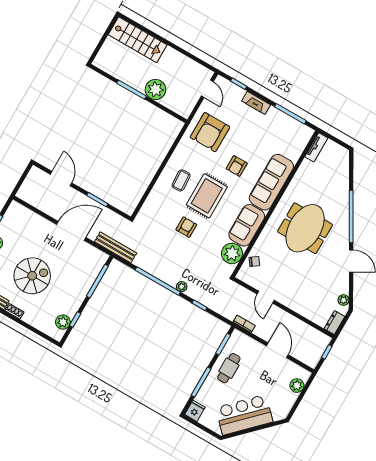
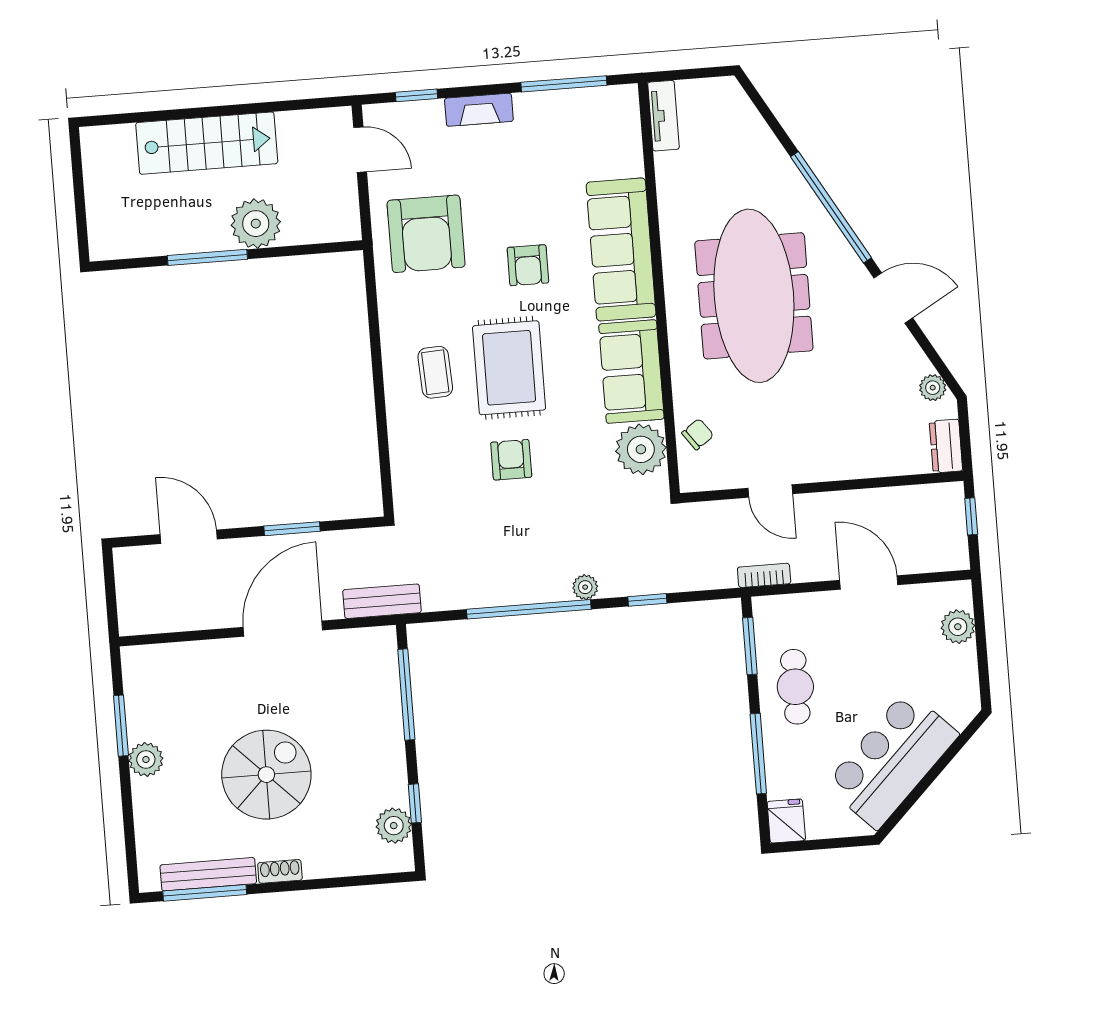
stairs: (138, 40) -> (207, 143), moved
meeting table: (305, 228) -> (754, 296), width x1.36
bench: (116, 247) -> (382, 601), width x0.73

